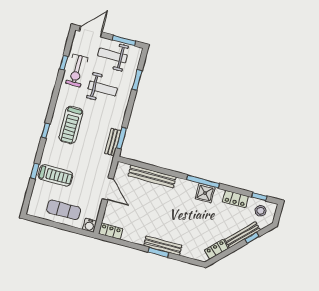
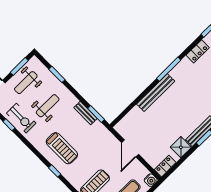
bench: (113, 142) -> (85, 113), moved
bench: (152, 176) -> (156, 93), moved
door: (108, 189) -> (130, 148), swing flipped
shower: (205, 193) -> (181, 147), moved

